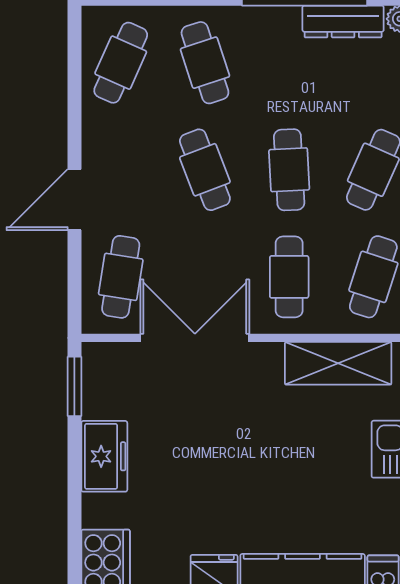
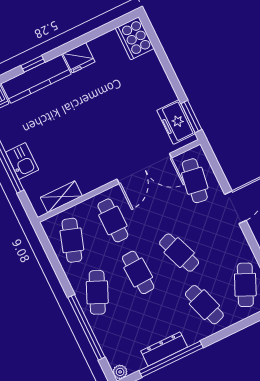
dresser: (343, 22) -> (164, 349), moved
shelving: (338, 363) -> (61, 197), width x0.67, depth x0.75
freezer: (104, 456) -> (176, 122), moved

